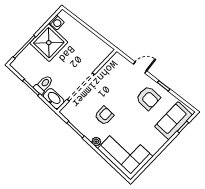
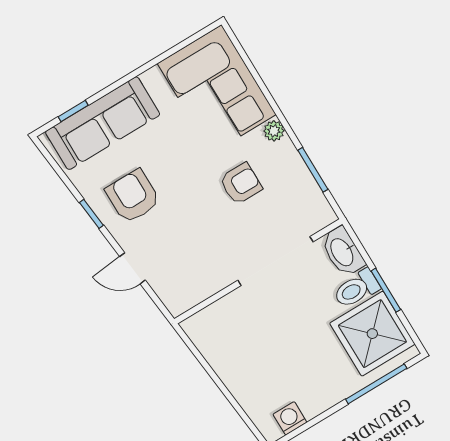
shower: (49, 43) -> (372, 334), moved
armchair: (104, 116) -> (241, 184), turned 180
sofa: (173, 121) -> (103, 123), width x1.36

